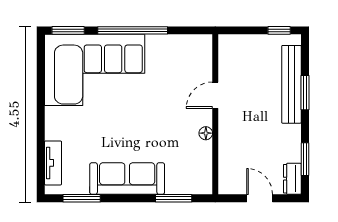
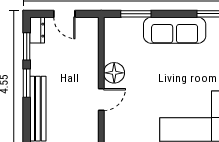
window: (305, 93) -> (27, 83), moved
floor lamp: (206, 133) -> (114, 73), width x1.89, depth x1.89

